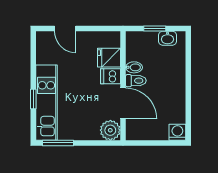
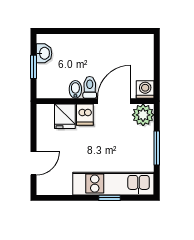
washing machine: (177, 132) -> (145, 89), moved, turned 90
window: (58, 143) -> (157, 148), moved

